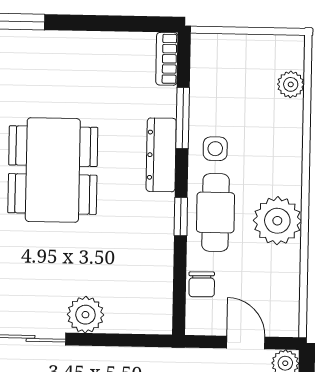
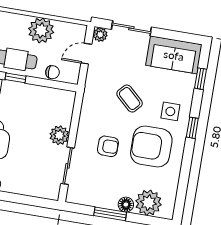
plant: (277, 221) -> (41, 30), moved

